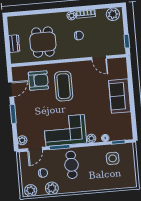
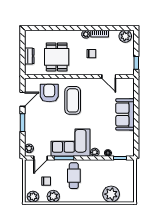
armchair: (38, 81) -> (49, 93), turned -90
side table: (113, 158) -> (113, 173), removed
plant: (112, 181) -> (111, 194), added

